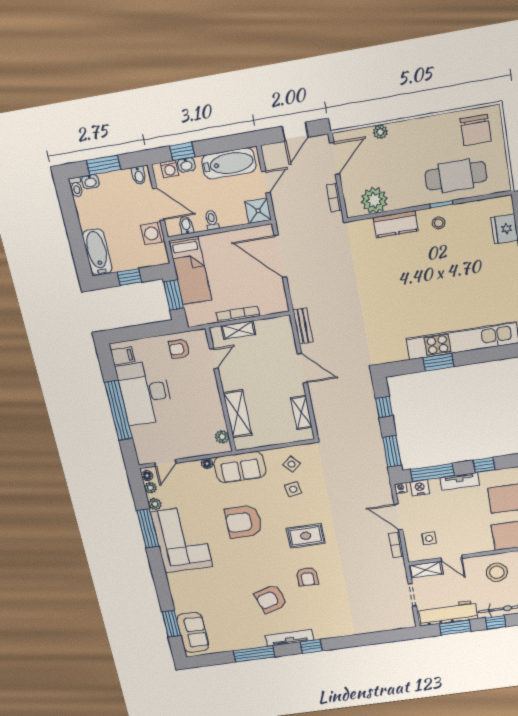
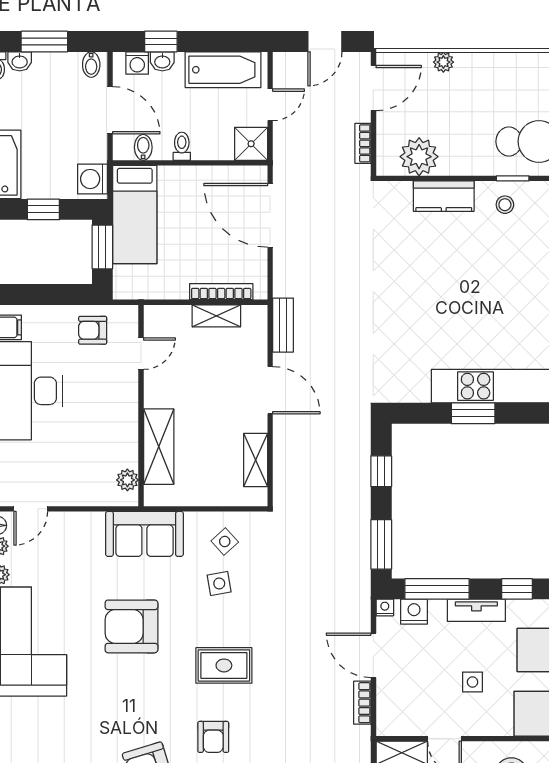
washing machine: (153, 233) -> (93, 179), moved
bookcase: (238, 314) -> (221, 292), moved
shelving: (238, 330) -> (216, 316), moved
floor lamp: (207, 463) -> (95, 520), removed
side table: (429, 538) -> (473, 682), moved

